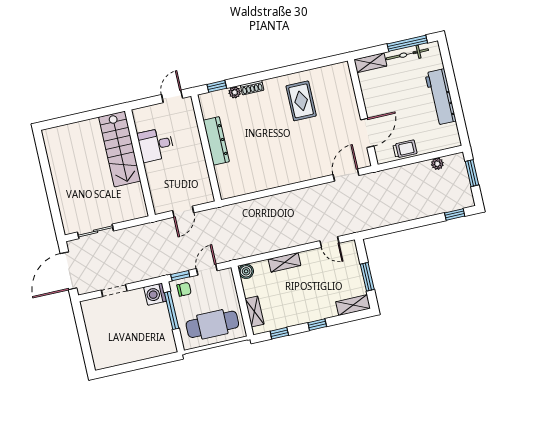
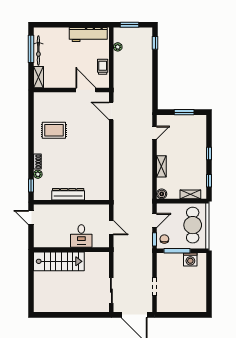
workbench: (441, 97) -> (88, 35), moved
desk: (156, 145) -> (81, 236), moved
door: (207, 270) -> (154, 220), swing flipped
washing machine: (155, 294) -> (190, 260), moved
shelving: (353, 305) -> (201, 126), removed

